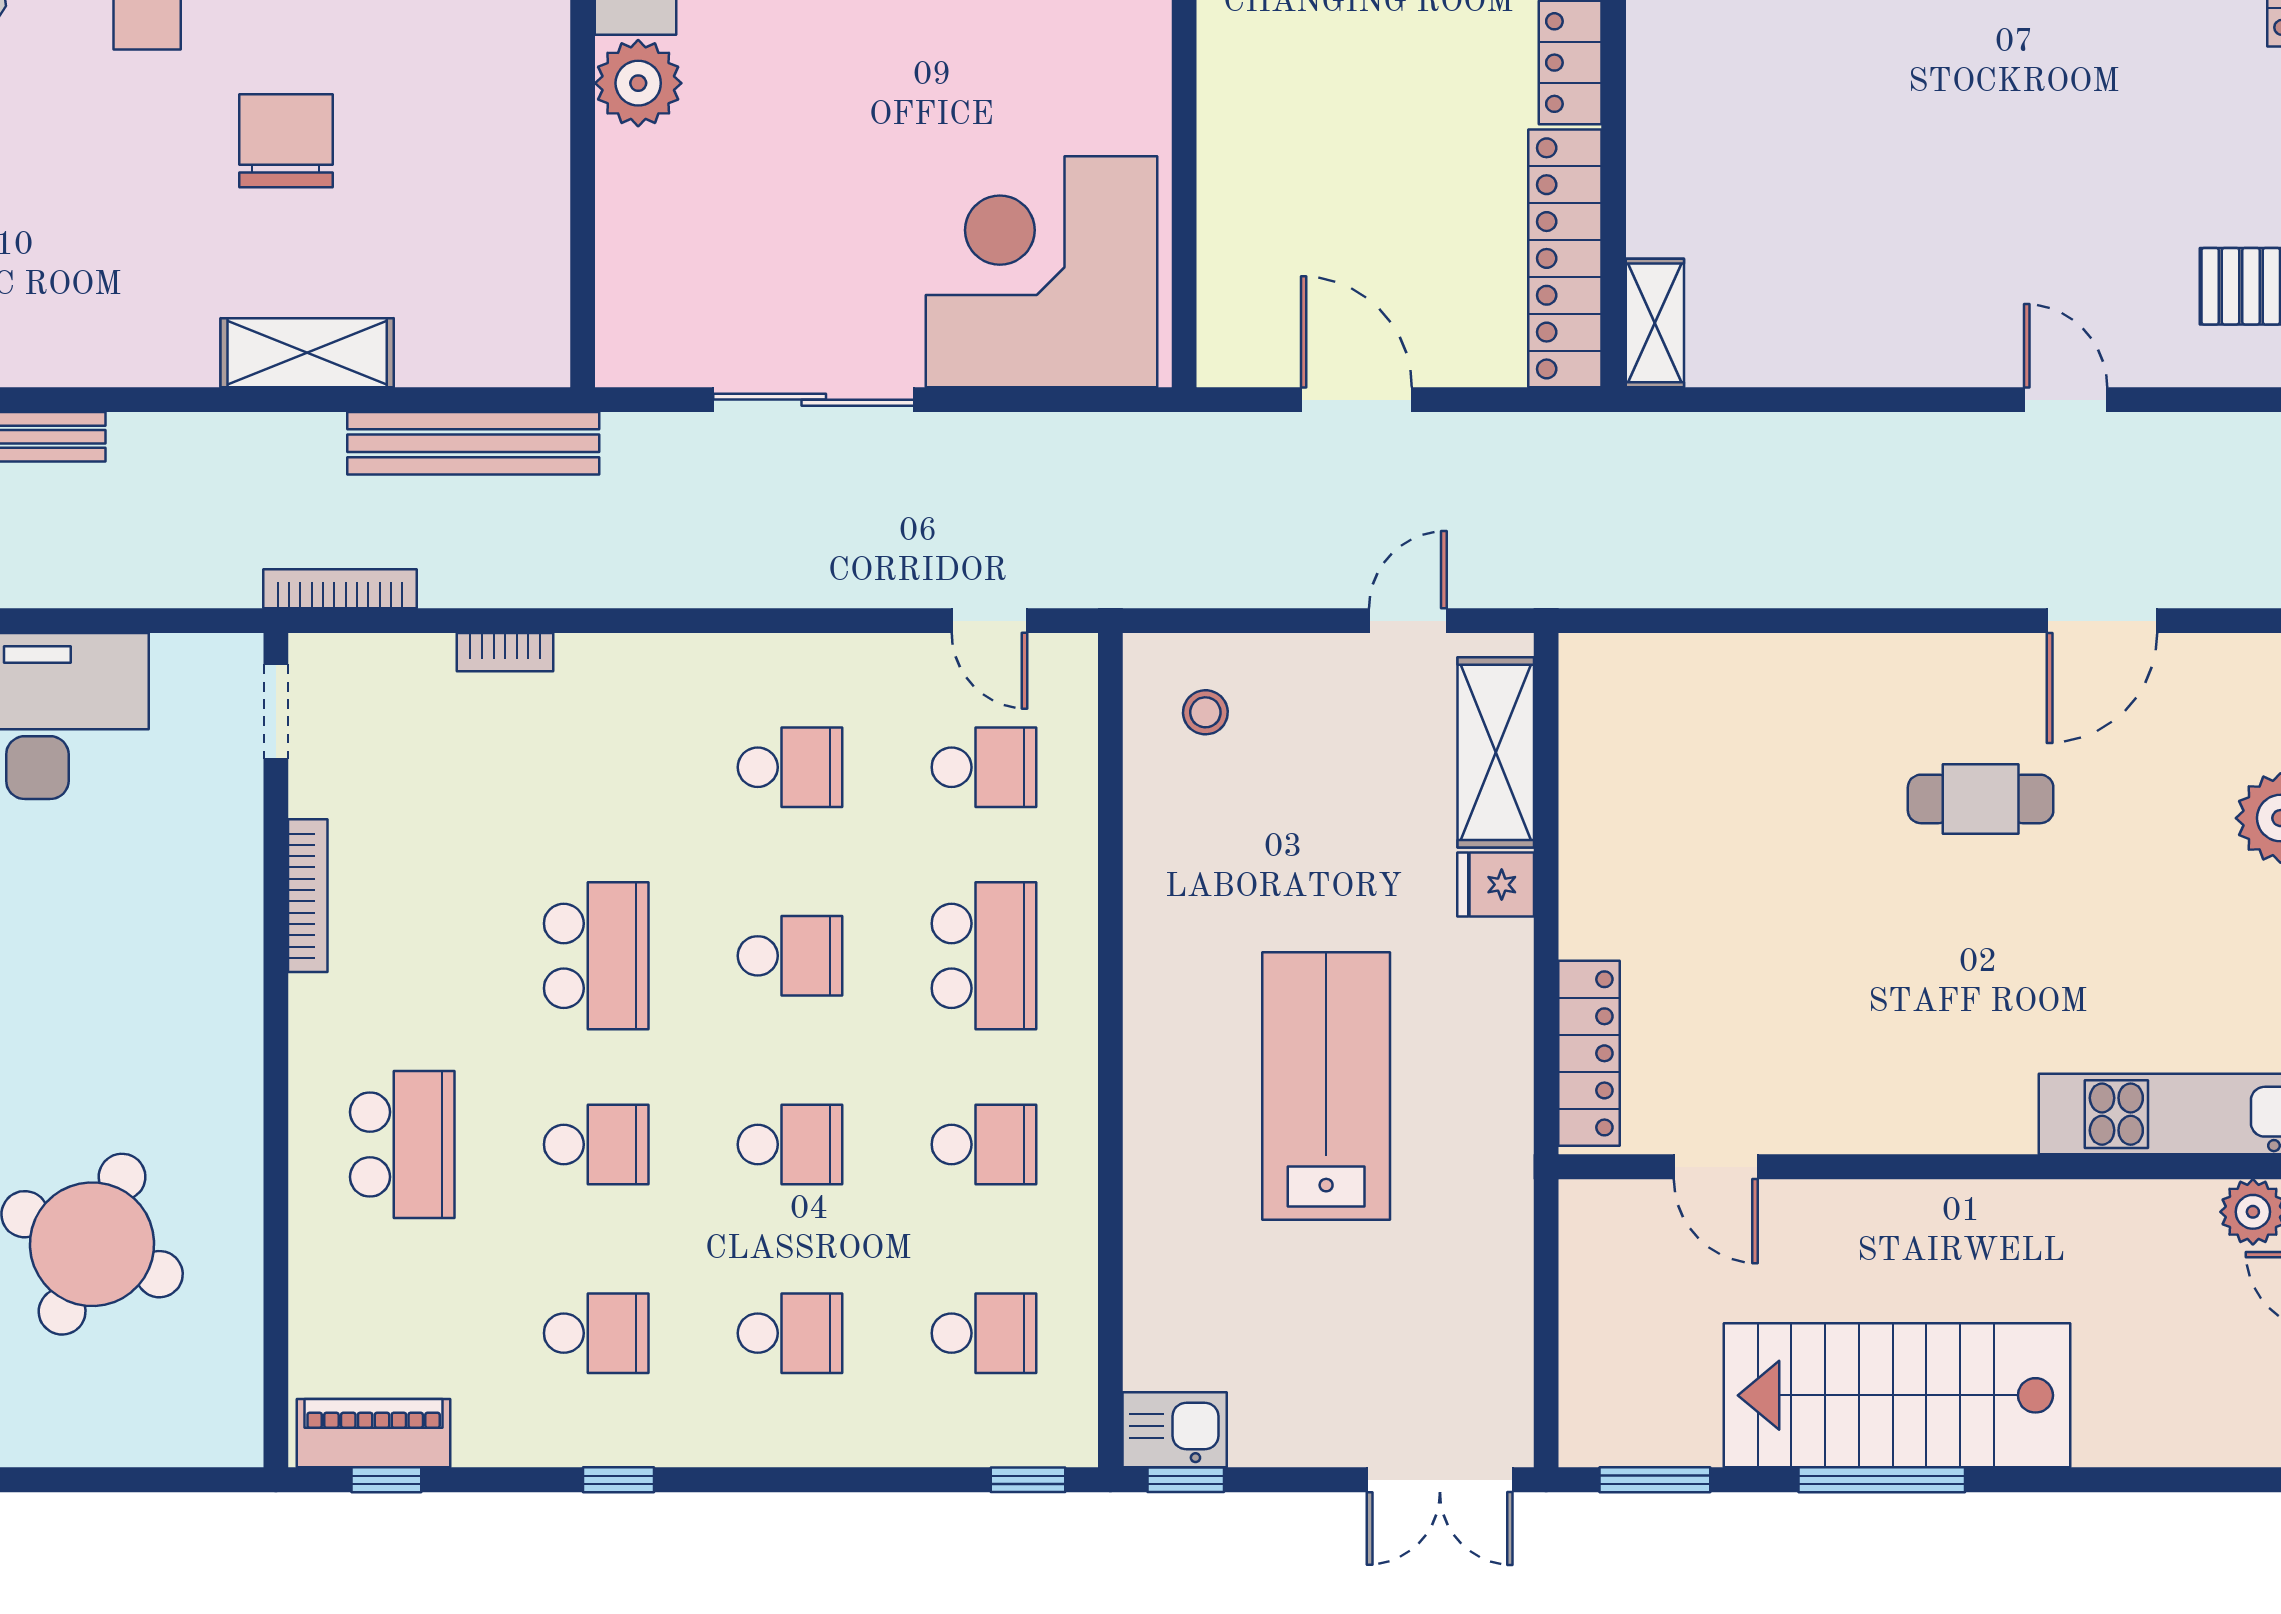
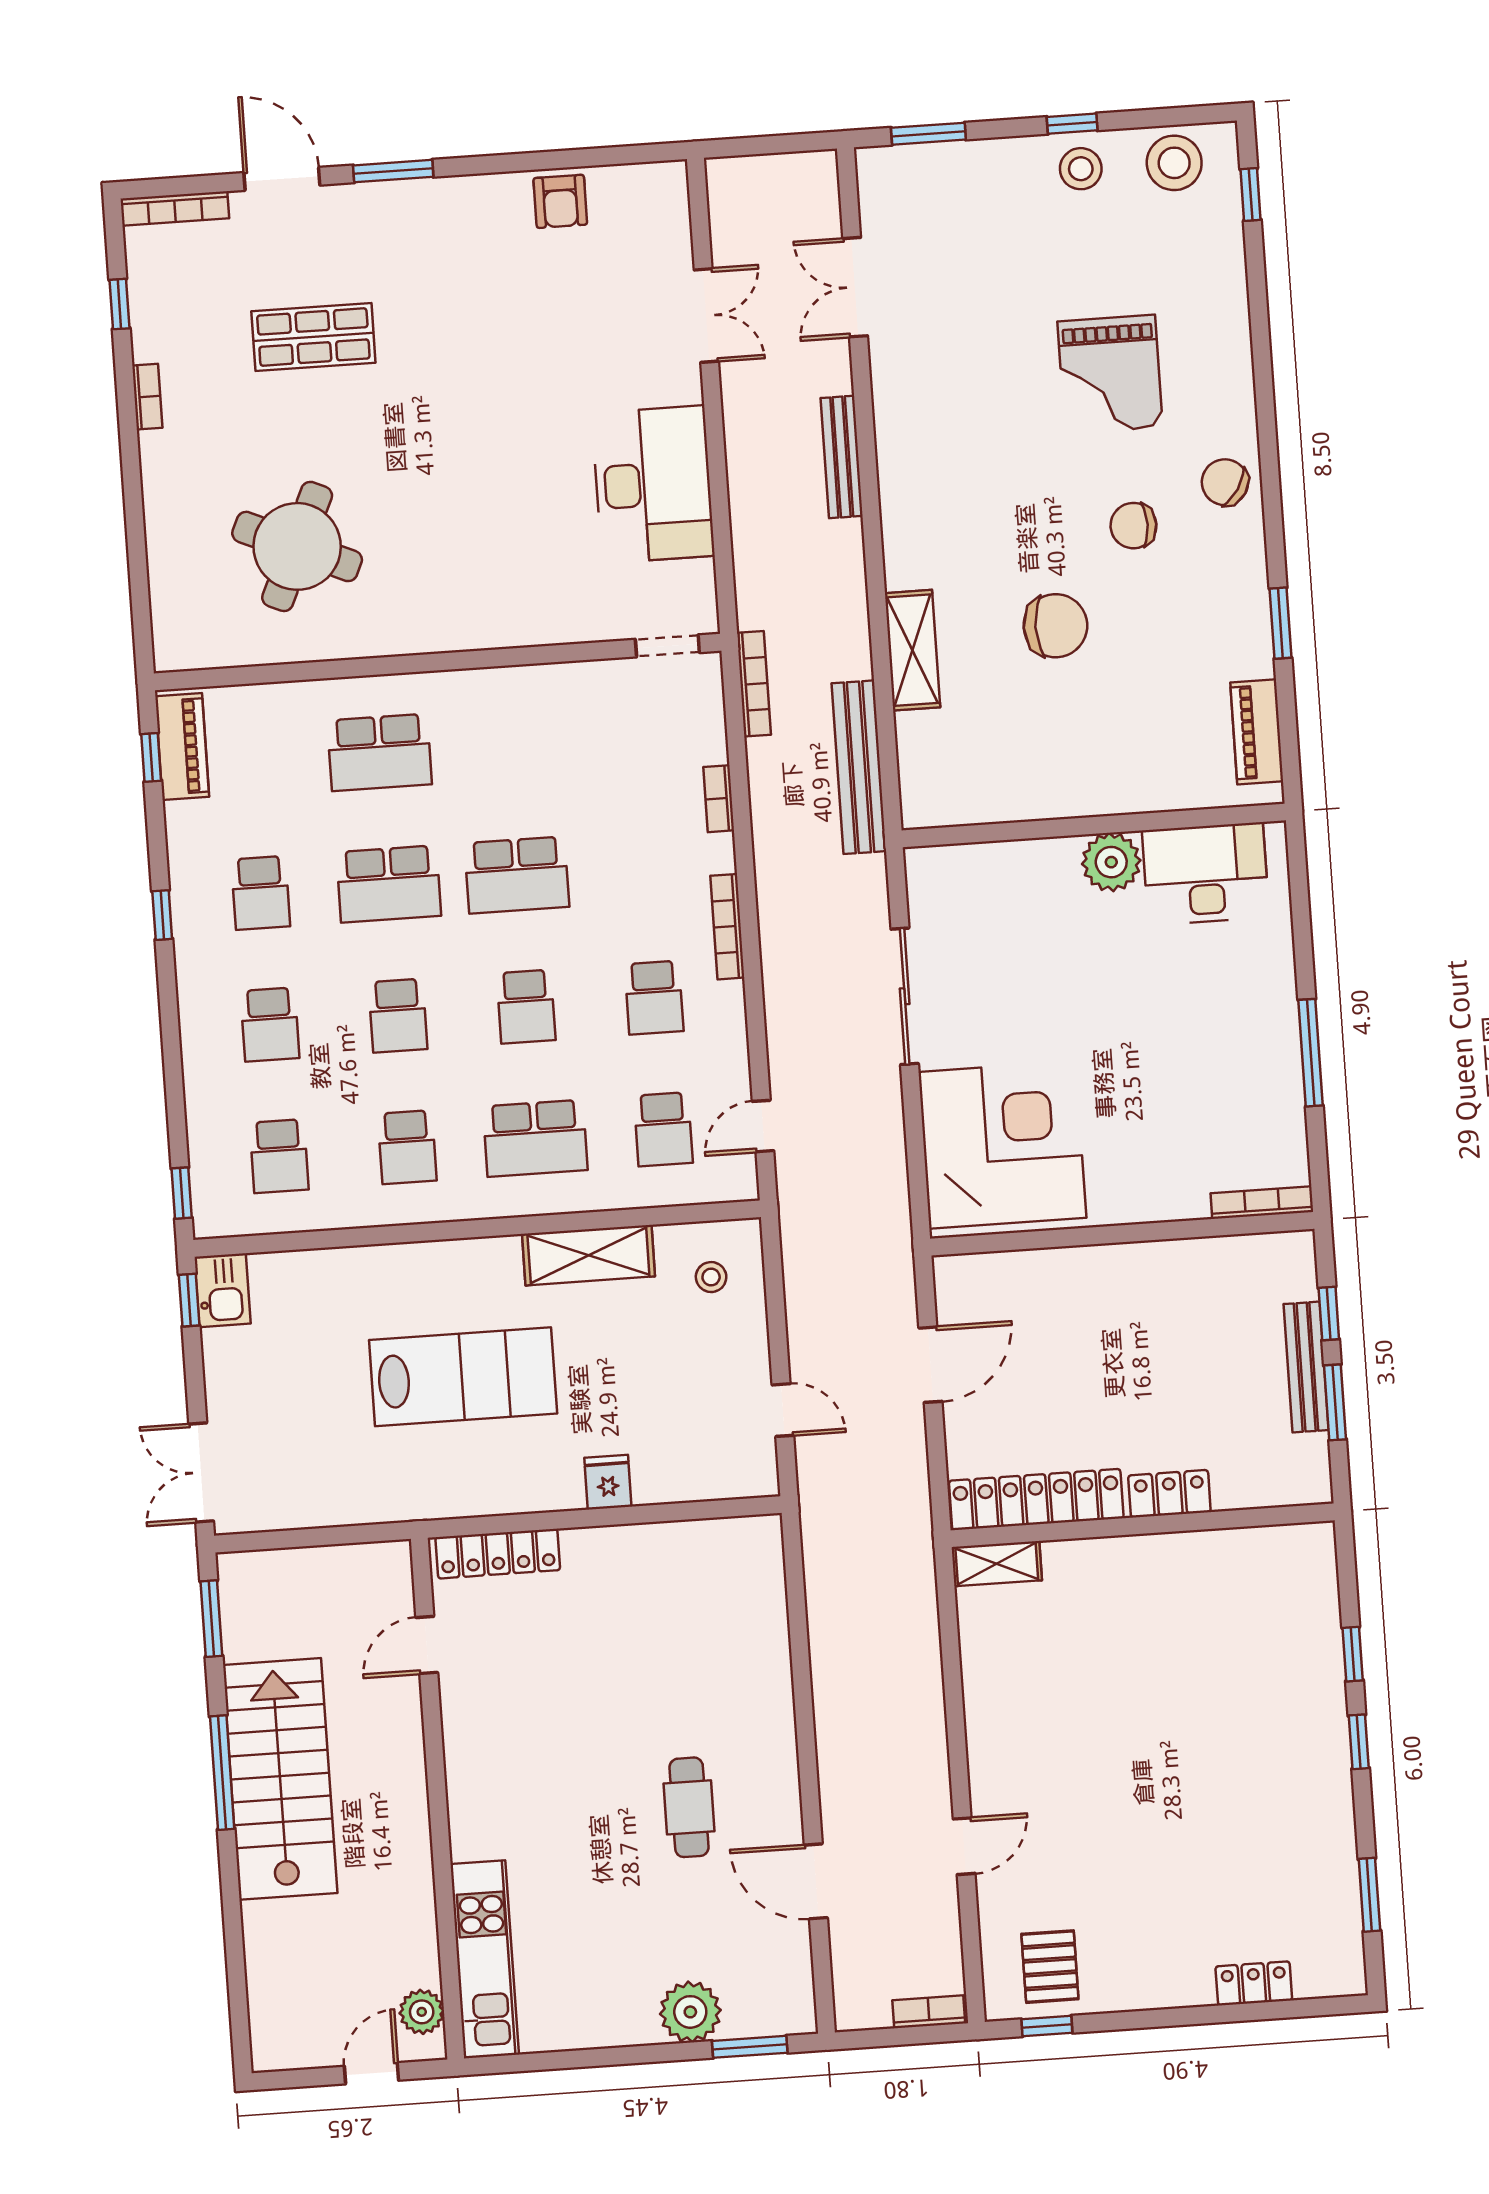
shelving: (1496, 752) -> (588, 1255), moved
bookcase: (308, 896) -> (727, 927), moved, turned 90
school desk: (596, 1144) -> (389, 884), width x1.85

